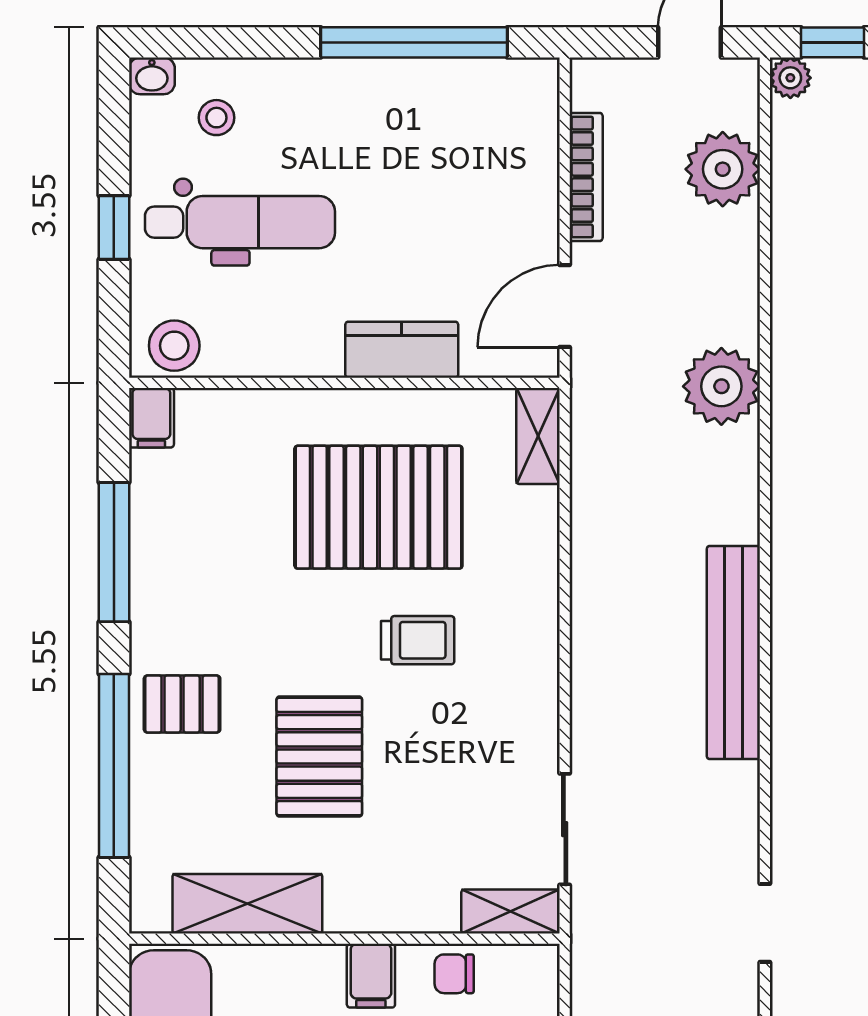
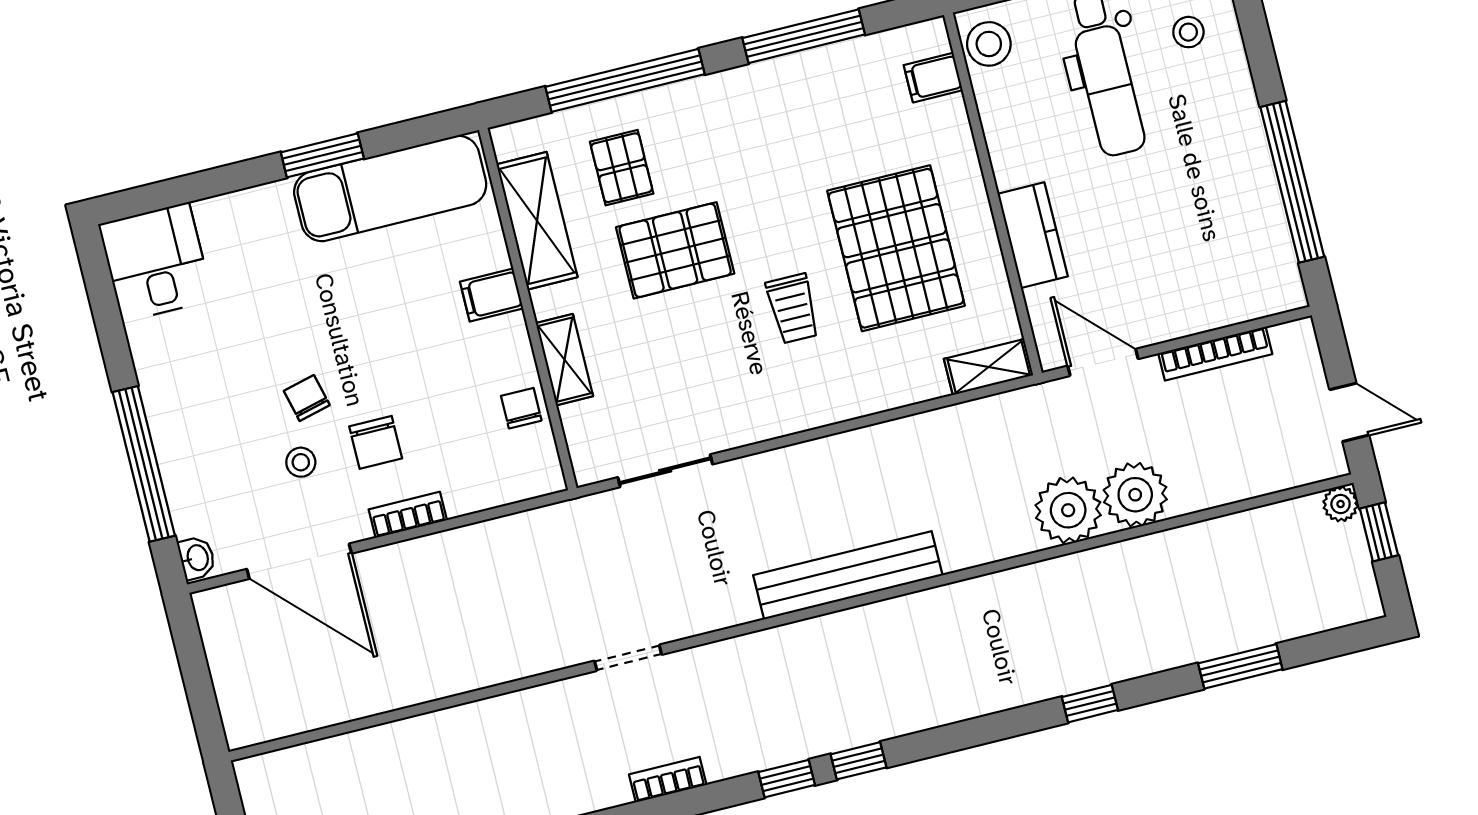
plant: (723, 169) -> (1135, 495), moved
filing cabinet: (151, 418) -> (933, 78), moved
pallet: (182, 704) -> (622, 168), moved
shelving: (511, 912) -> (564, 360), moved
filing cabinet: (371, 976) -> (492, 295), moved

